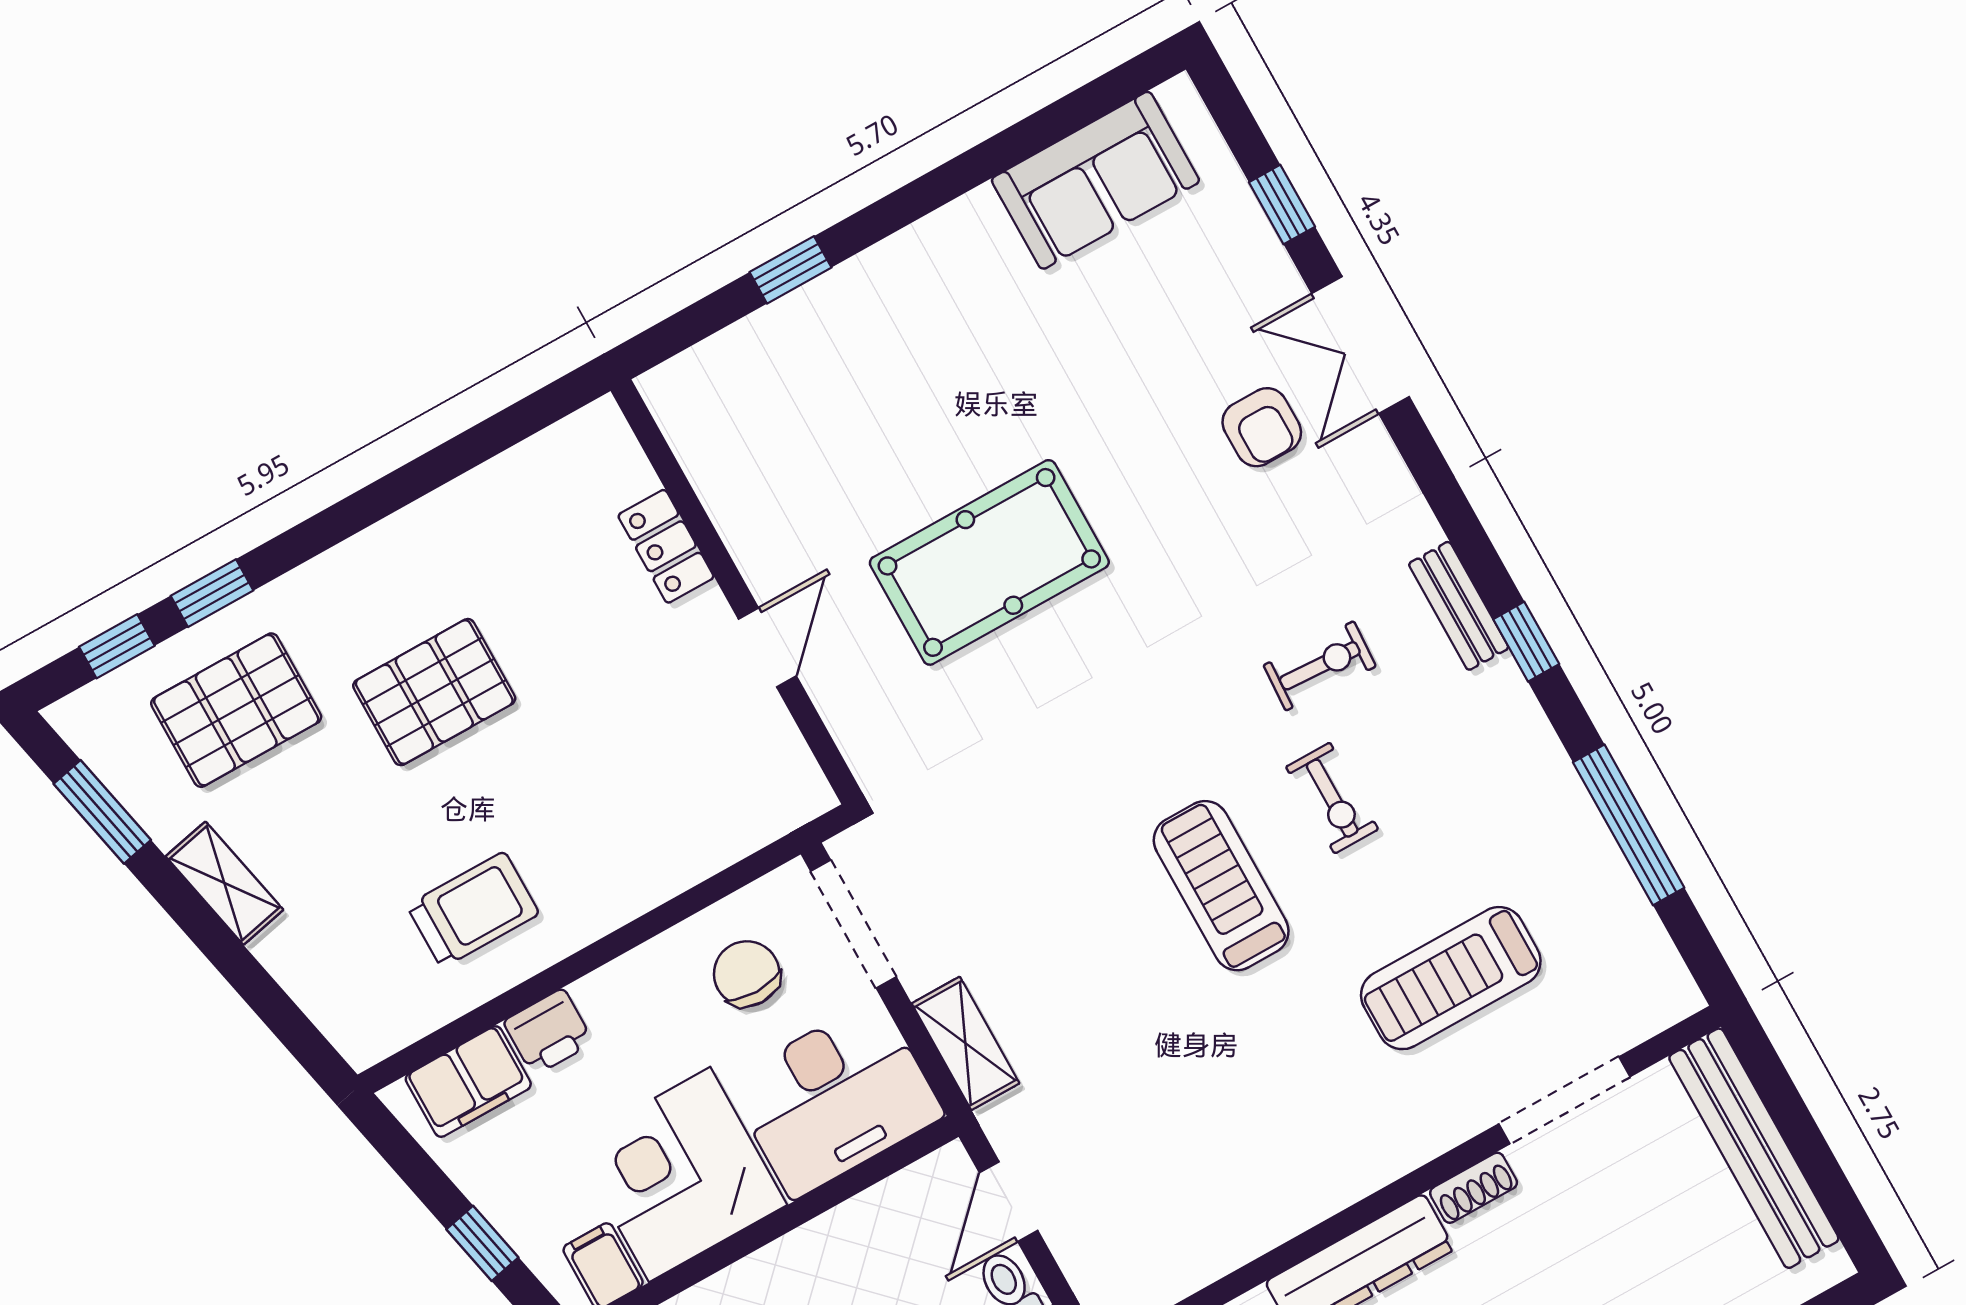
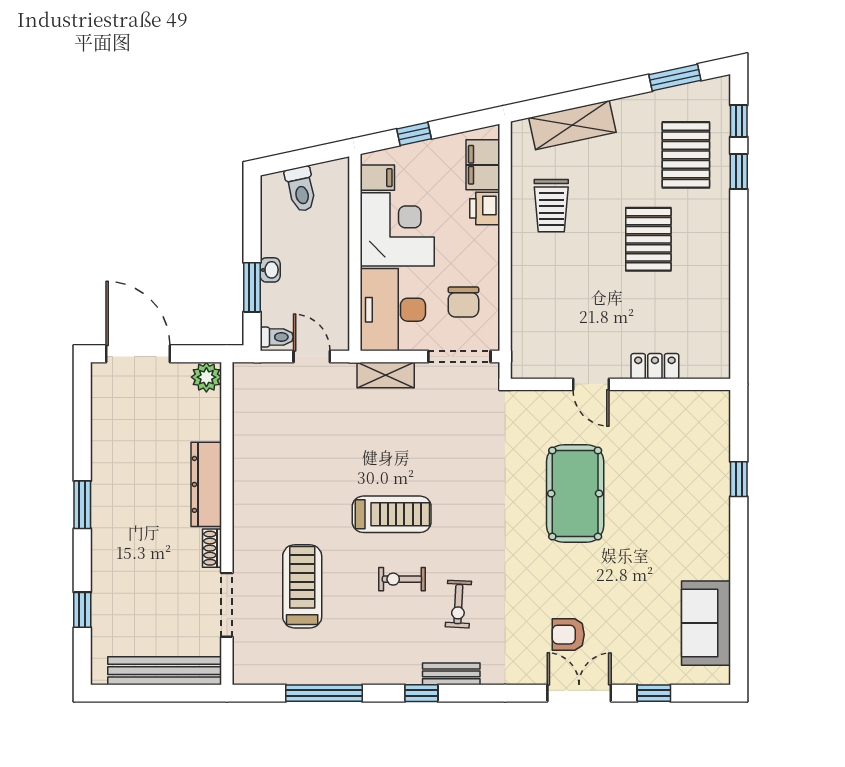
shelving: (224, 883) -> (572, 125), moved, width x1.50, depth x1.33
chair: (747, 974) -> (463, 302), turned 90

